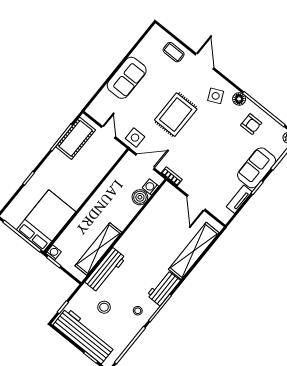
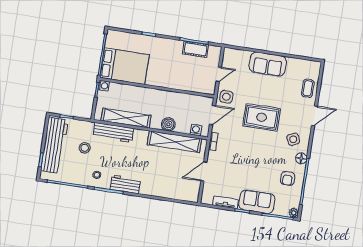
cot: (76, 138) -> (196, 49), width x0.73, depth x0.75
door: (145, 162) -> (213, 115), hinge flipped
boiler: (140, 197) -> (168, 124), moved
shelving: (194, 251) -> (174, 142), moved

